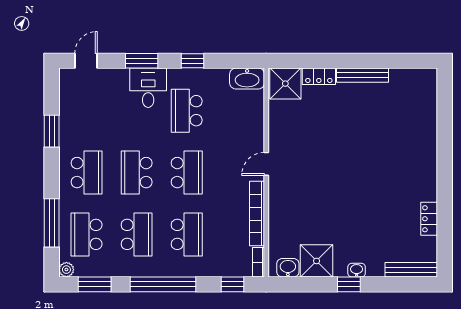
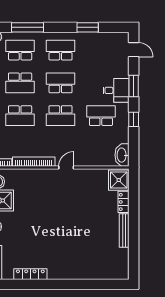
door: (266, 164) -> (66, 168), hinge flipped
school desk: (87, 173) -> (61, 50), turned 180
locker: (429, 219) -> (30, 274), width x1.53

